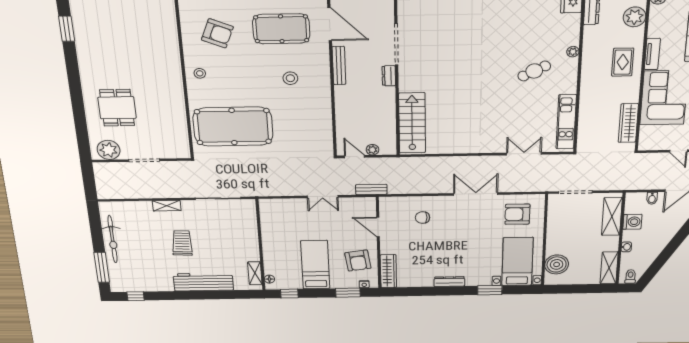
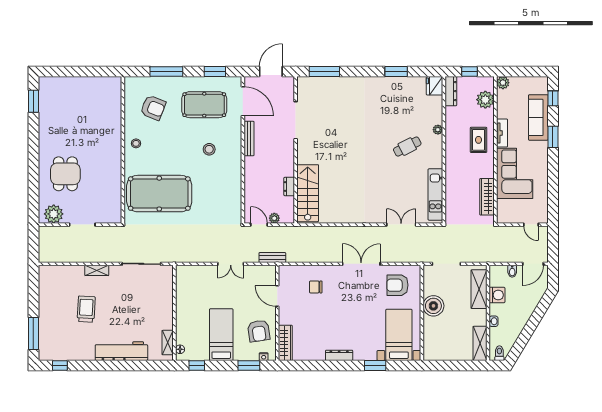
dresser: (389, 76) -> (289, 186), moved
bicycle: (113, 239) -> (46, 304), removed
trolley: (182, 243) -> (86, 309), moved
boiler: (557, 264) -> (433, 306), moved

